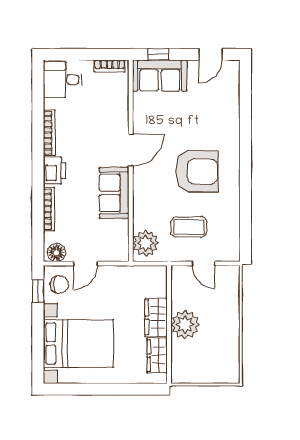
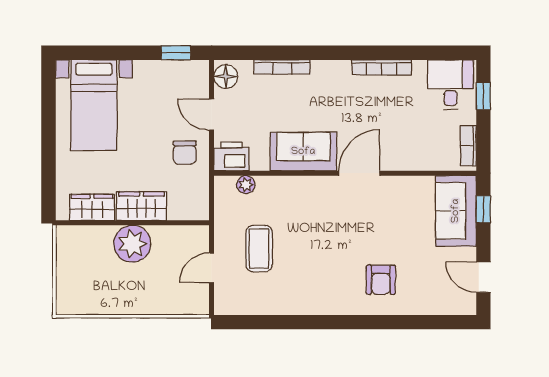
window: (71, 54) -> (483, 96), added
door: (131, 150) -> (359, 173), swing flipped
printer: (55, 171) -> (231, 156), moved, turned 180
armchair: (197, 172) -> (381, 280), moved, width x0.53, depth x0.53
plant: (146, 243) -> (246, 185), width x0.53, depth x0.53
chair: (59, 284) -> (185, 153), moved
bed with nightstands: (78, 343) -> (94, 105), width x0.73

